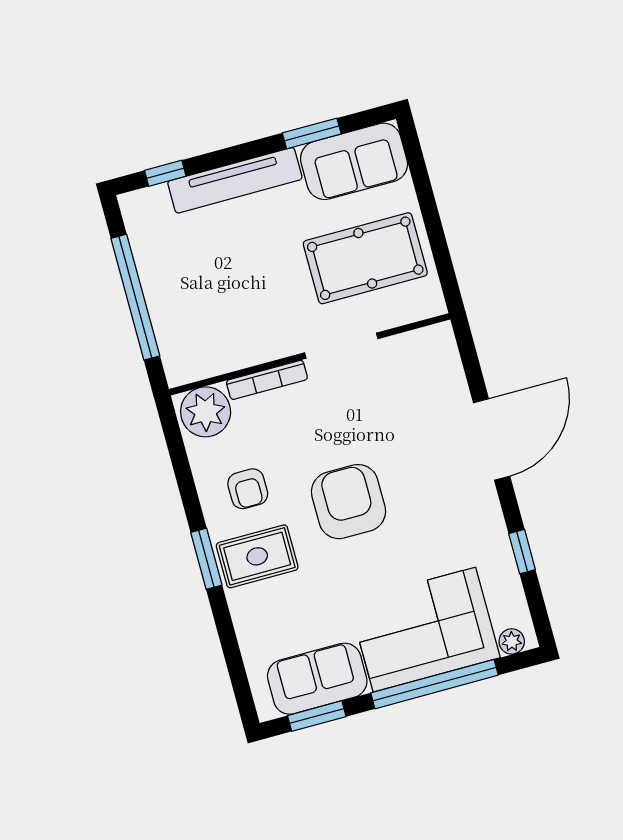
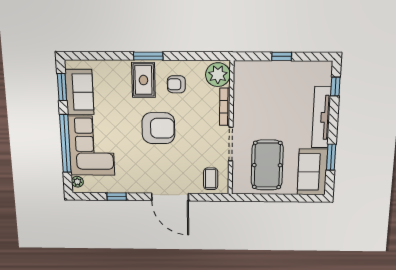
window: (135, 297) -> (282, 56), width x0.32
coffee table: (427, 366) -> (211, 179), added

